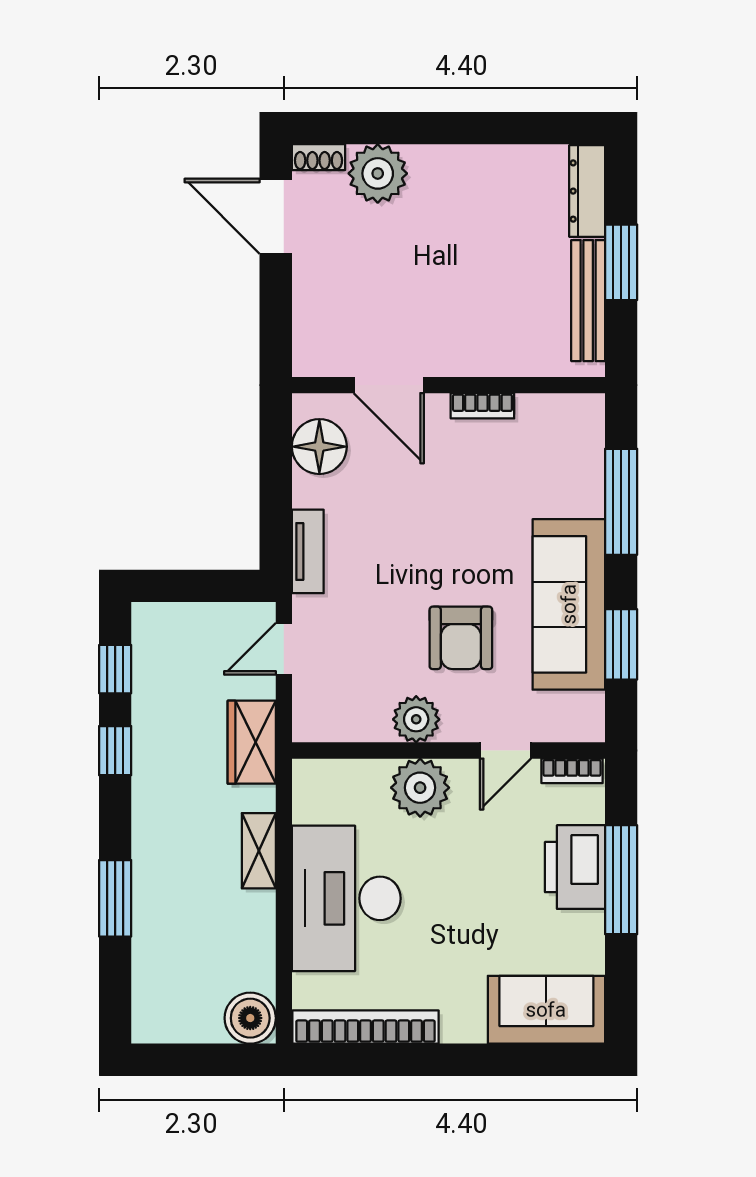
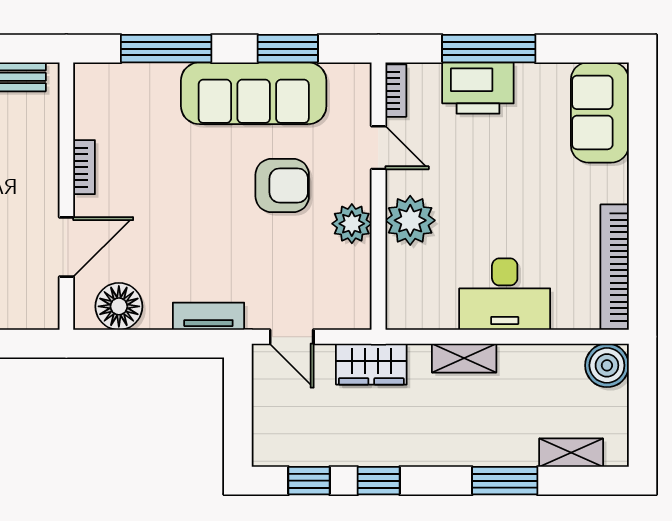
desk: (346, 898) -> (505, 294), width x0.73, depth x0.77
shelving: (148, 976) -> (571, 453), added

